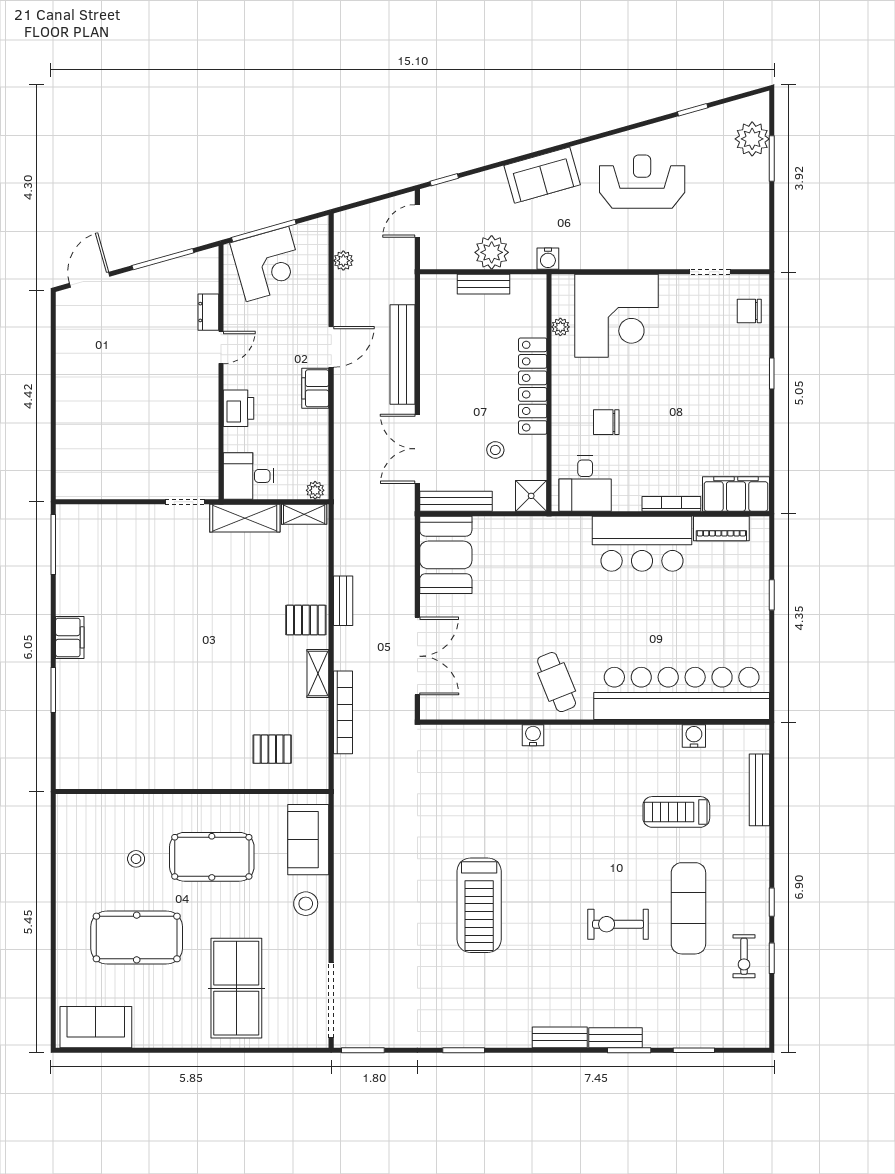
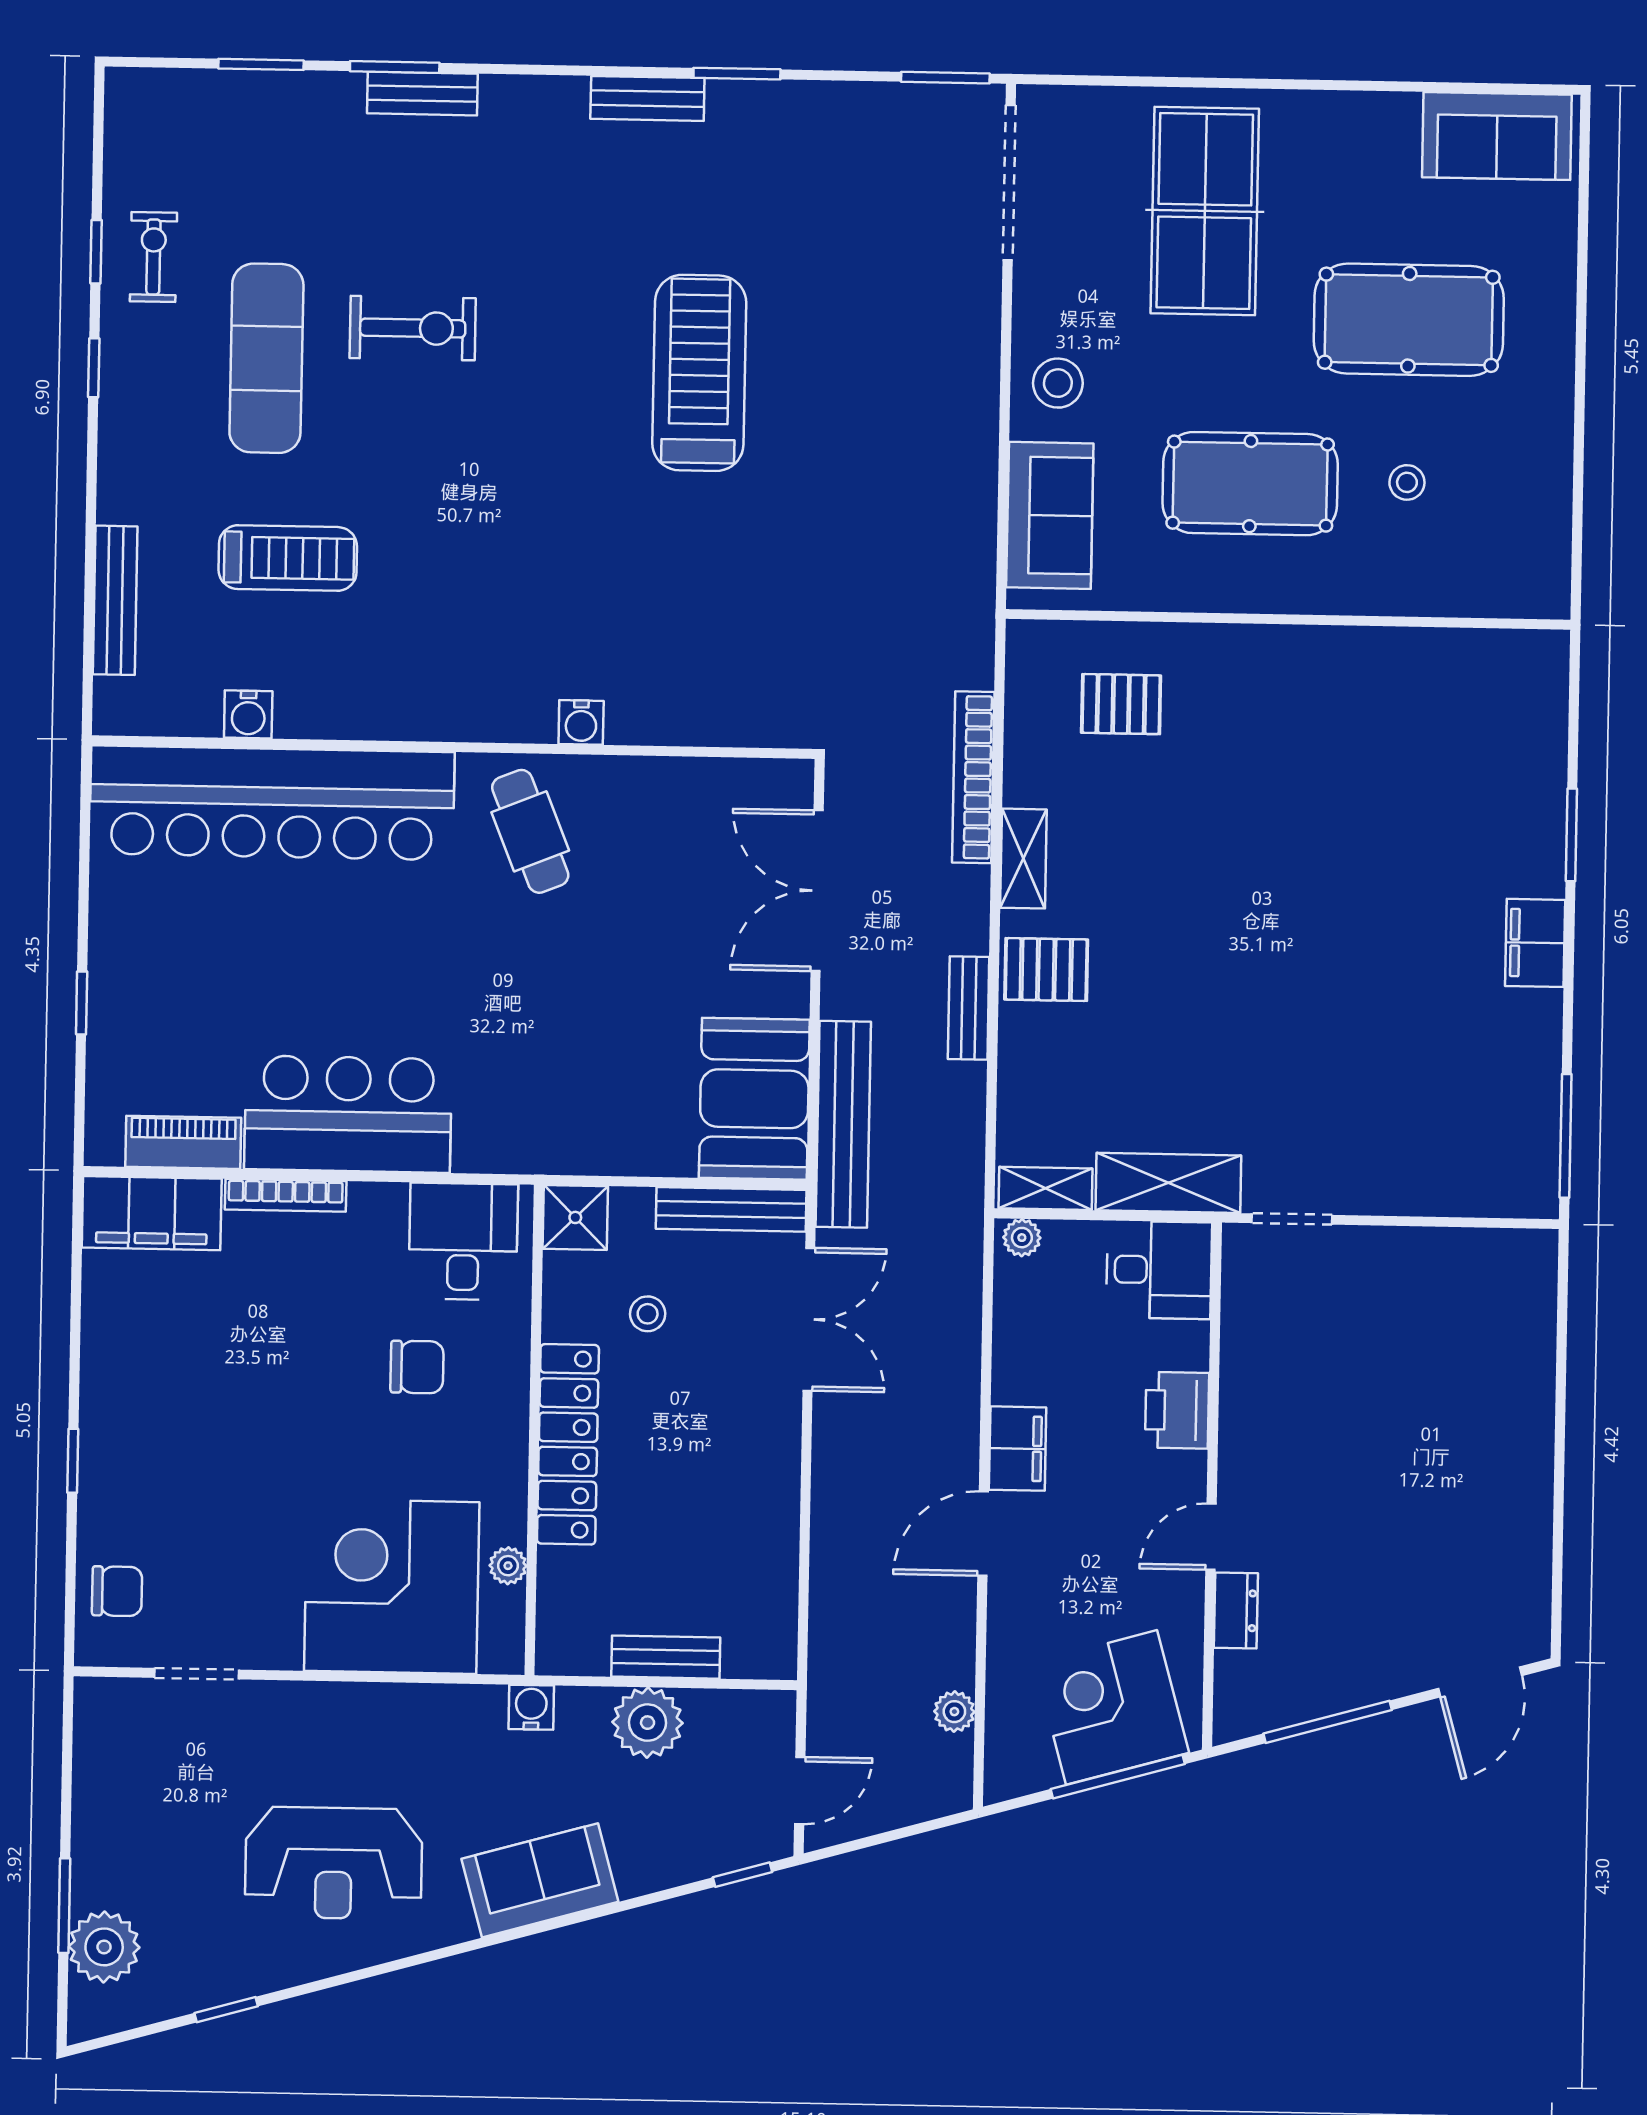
bench: (403, 354) -> (843, 1124), moved
bench: (560, 1037) -> (647, 98), moved

